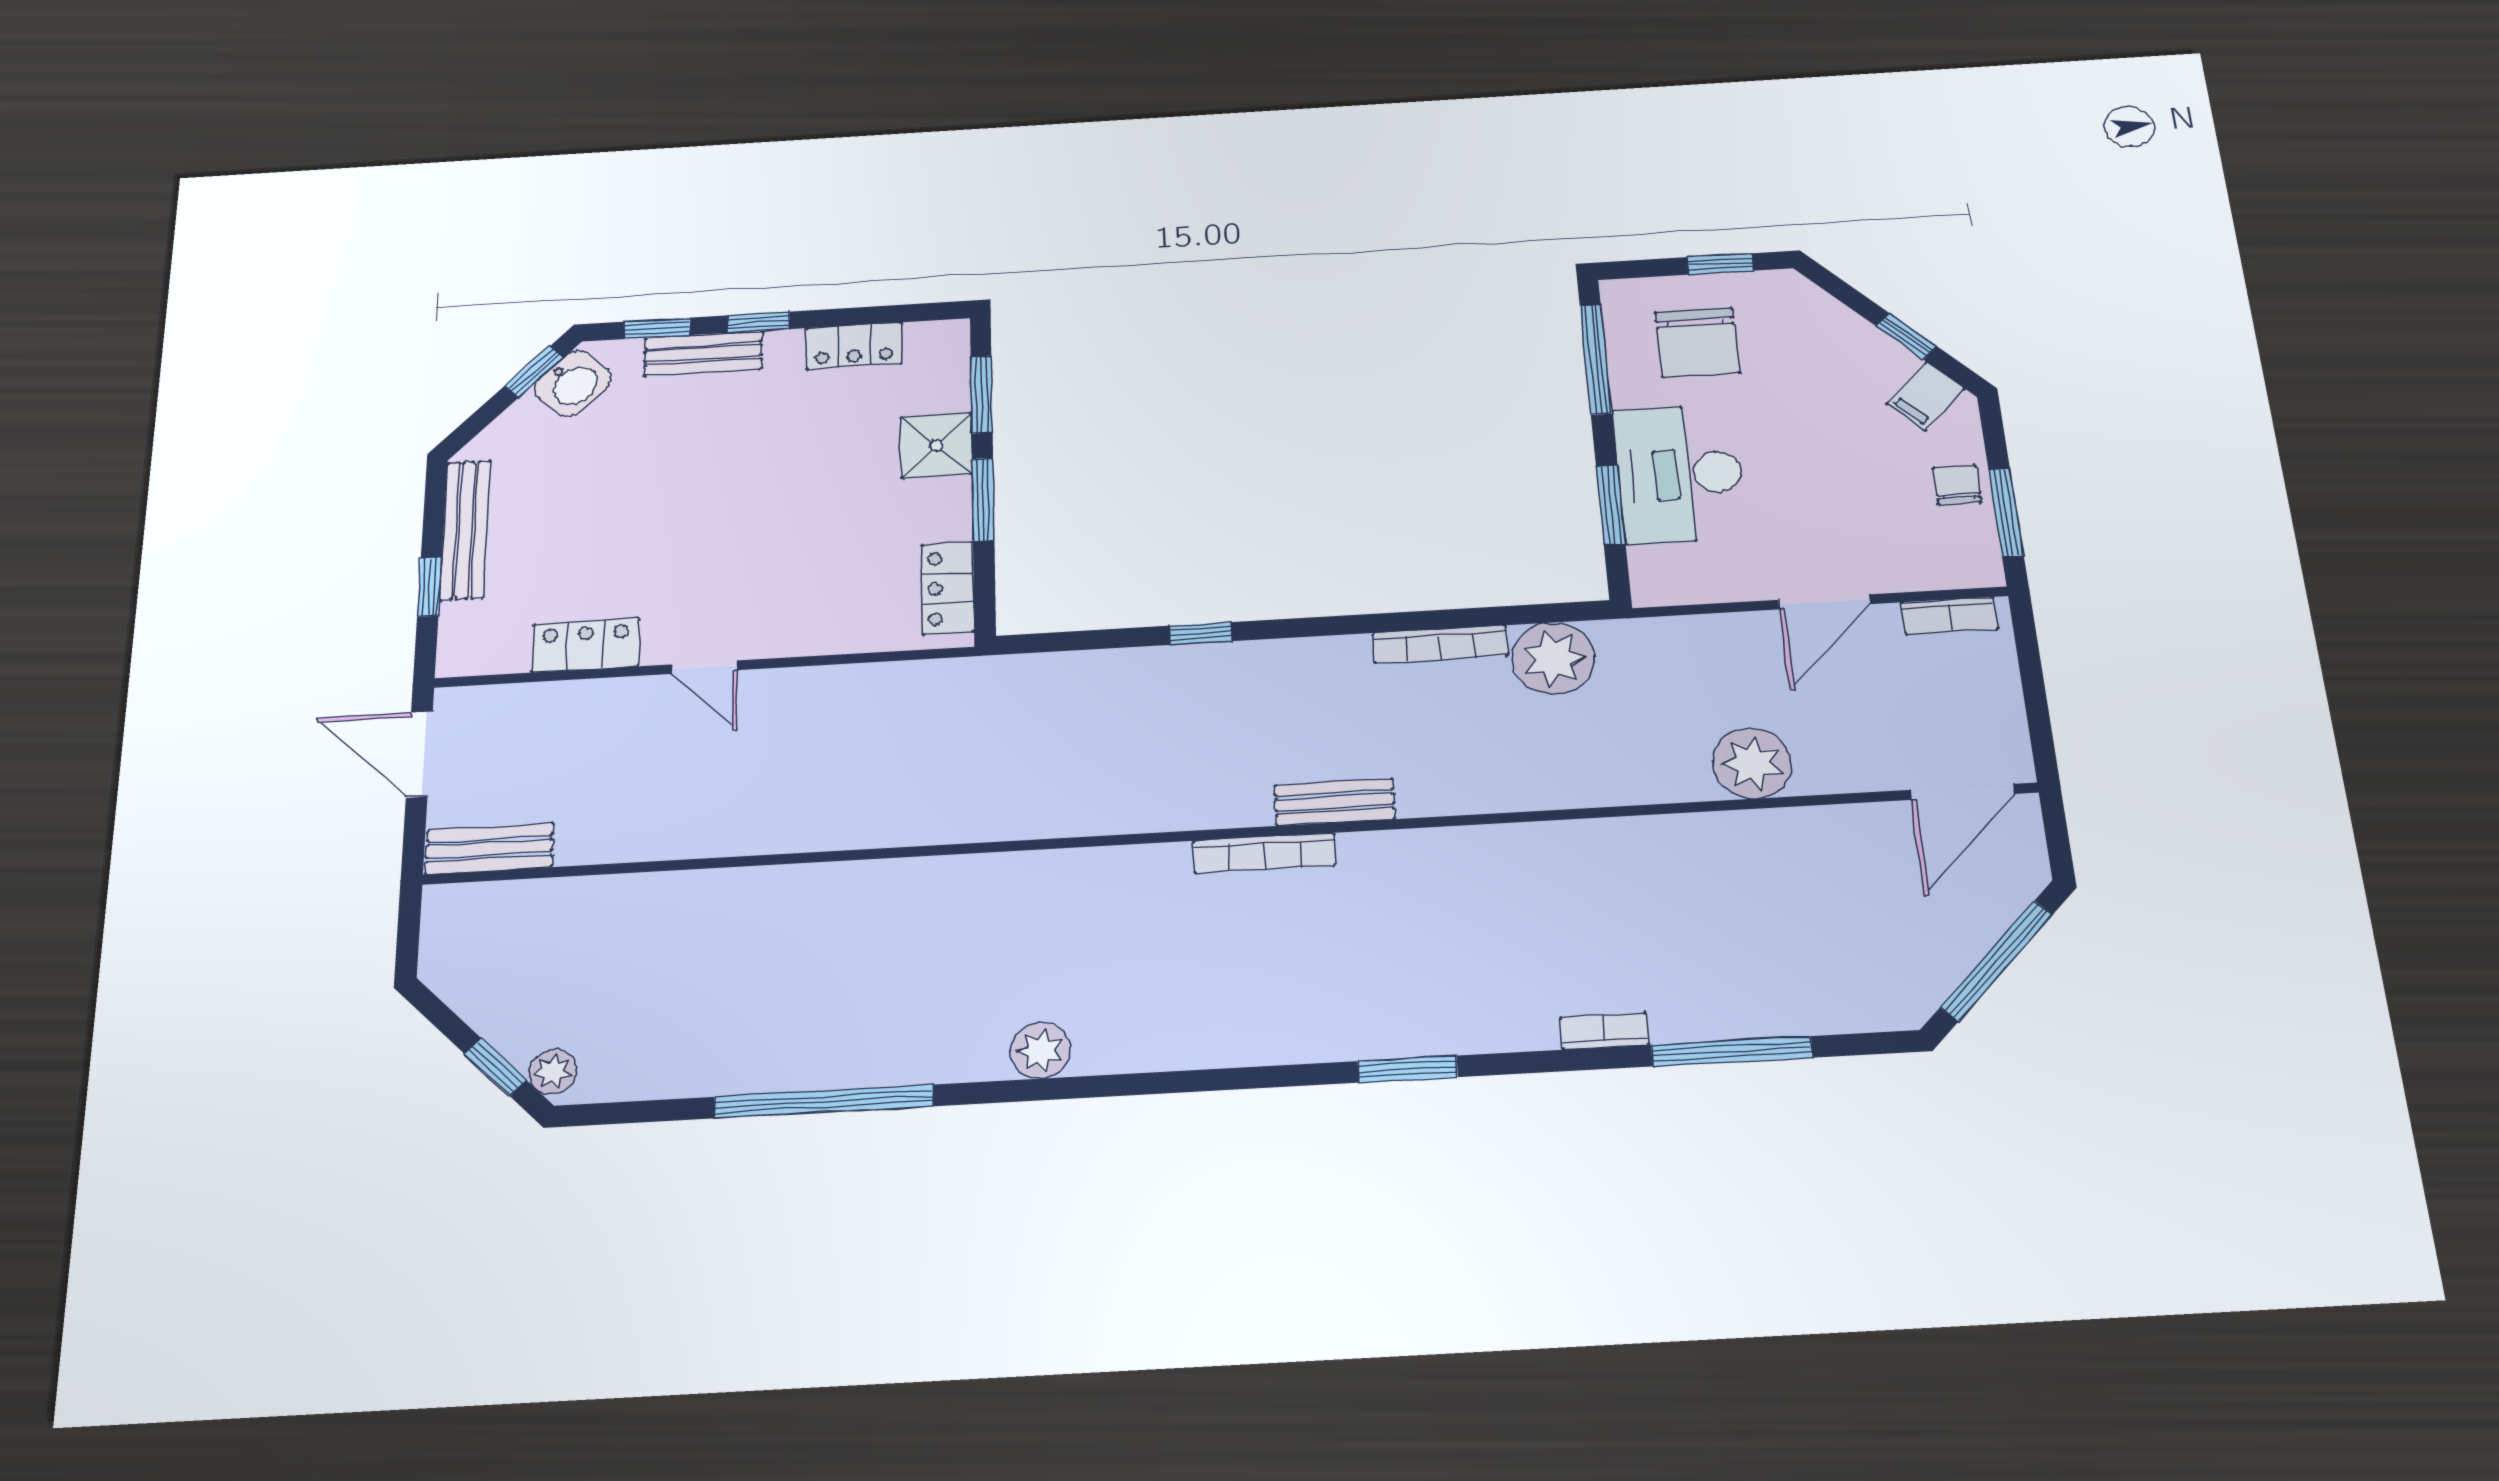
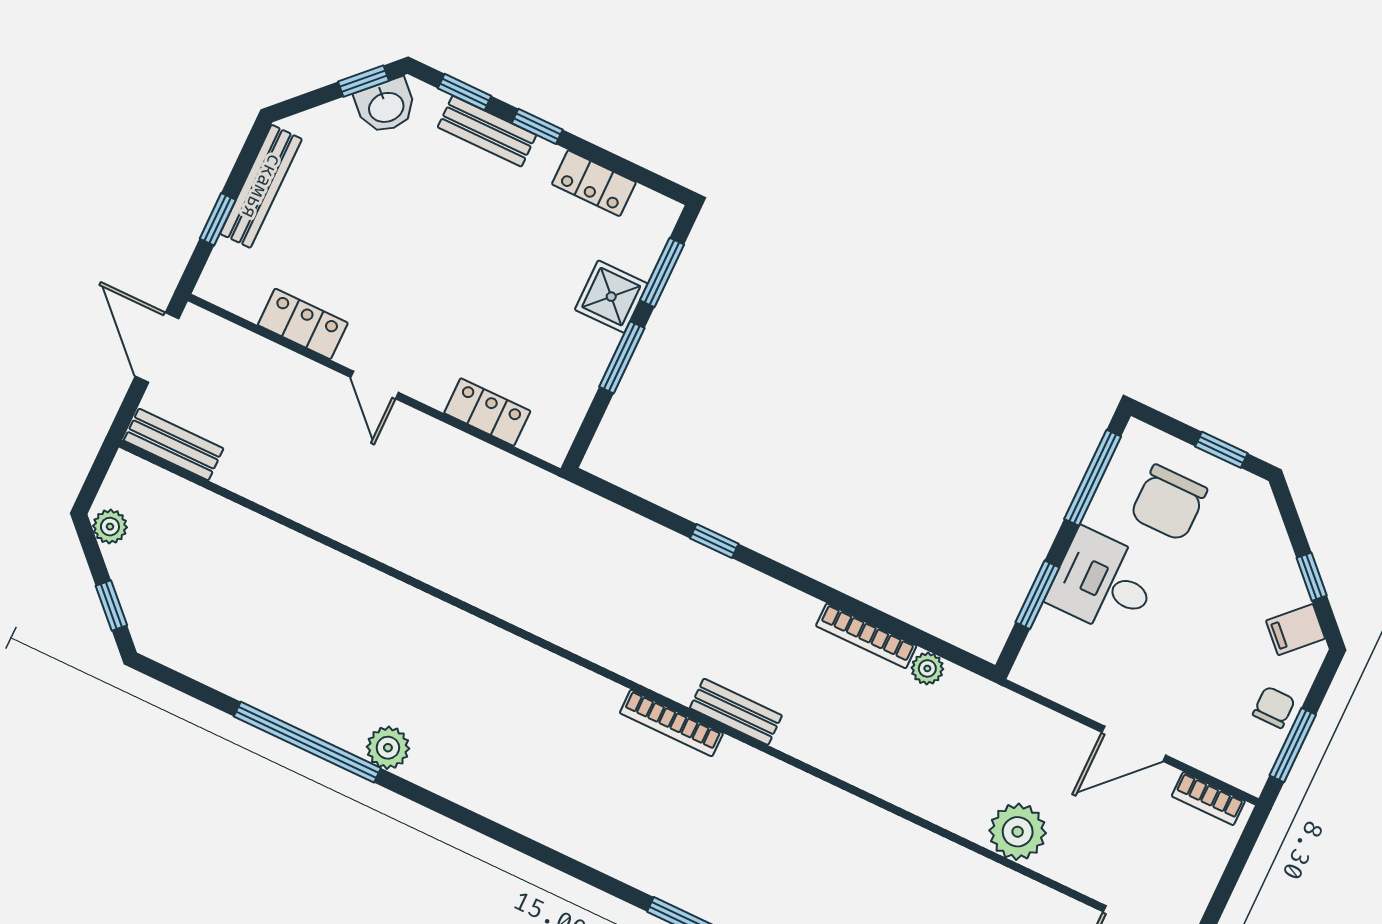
desk: (1680, 474) -> (1103, 583), width x0.73
locker: (948, 588) -> (487, 412), moved, turned 90
plant: (1553, 659) -> (927, 668), width x0.53, depth x0.53
plant: (1041, 1050) -> (388, 748), moved
plant: (553, 1072) -> (110, 527), moved

